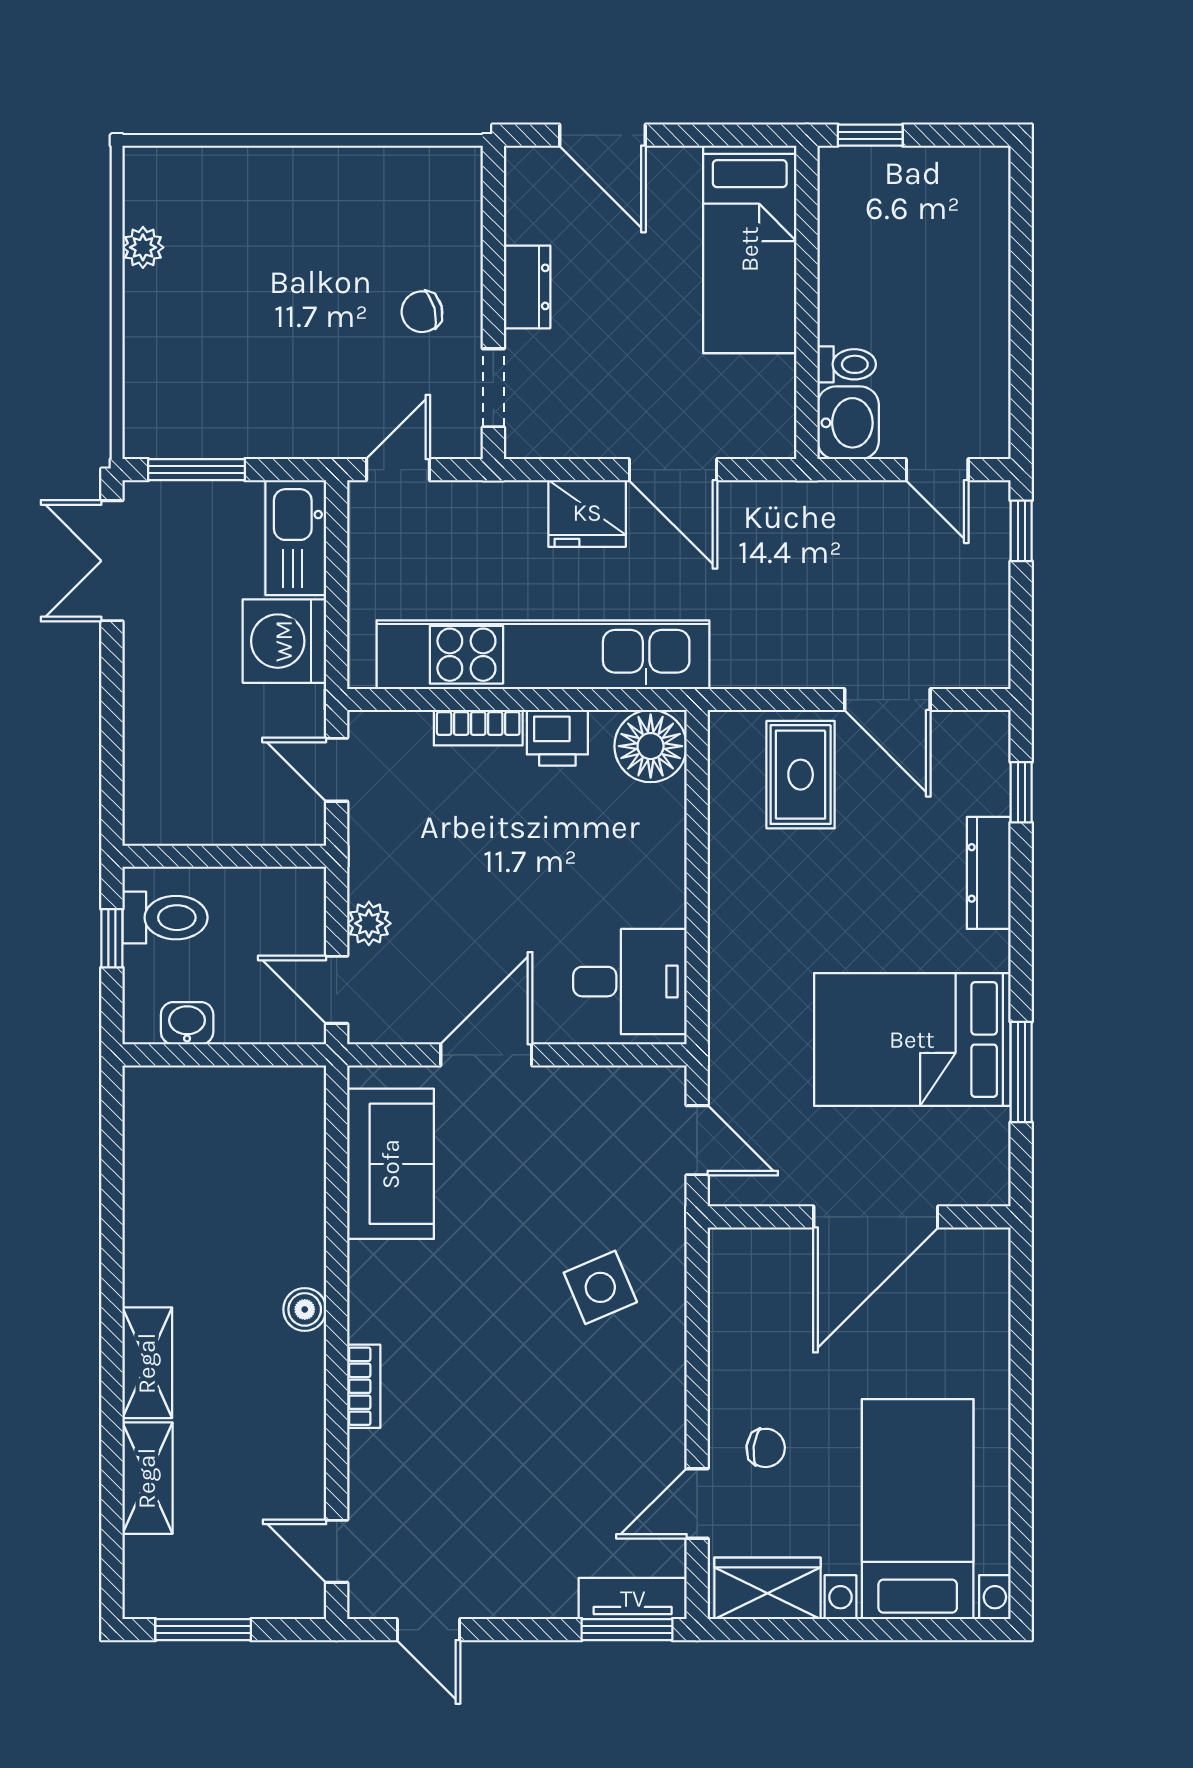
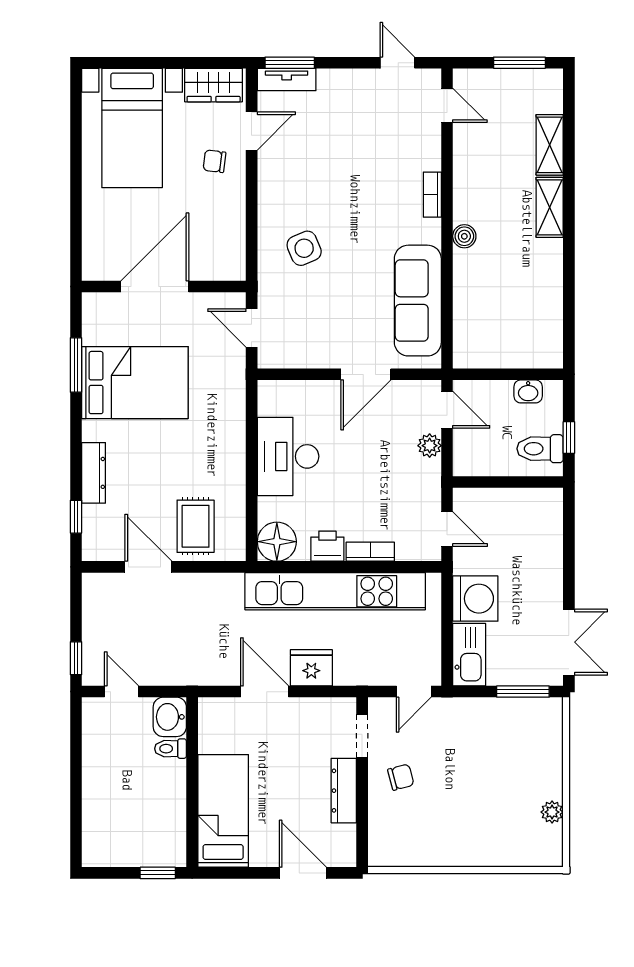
dresser: (527, 287) -> (344, 791), width x1.44
desk: (630, 982) -> (288, 456), moved, width x1.37
sofa: (391, 1164) -> (418, 301), width x1.36

